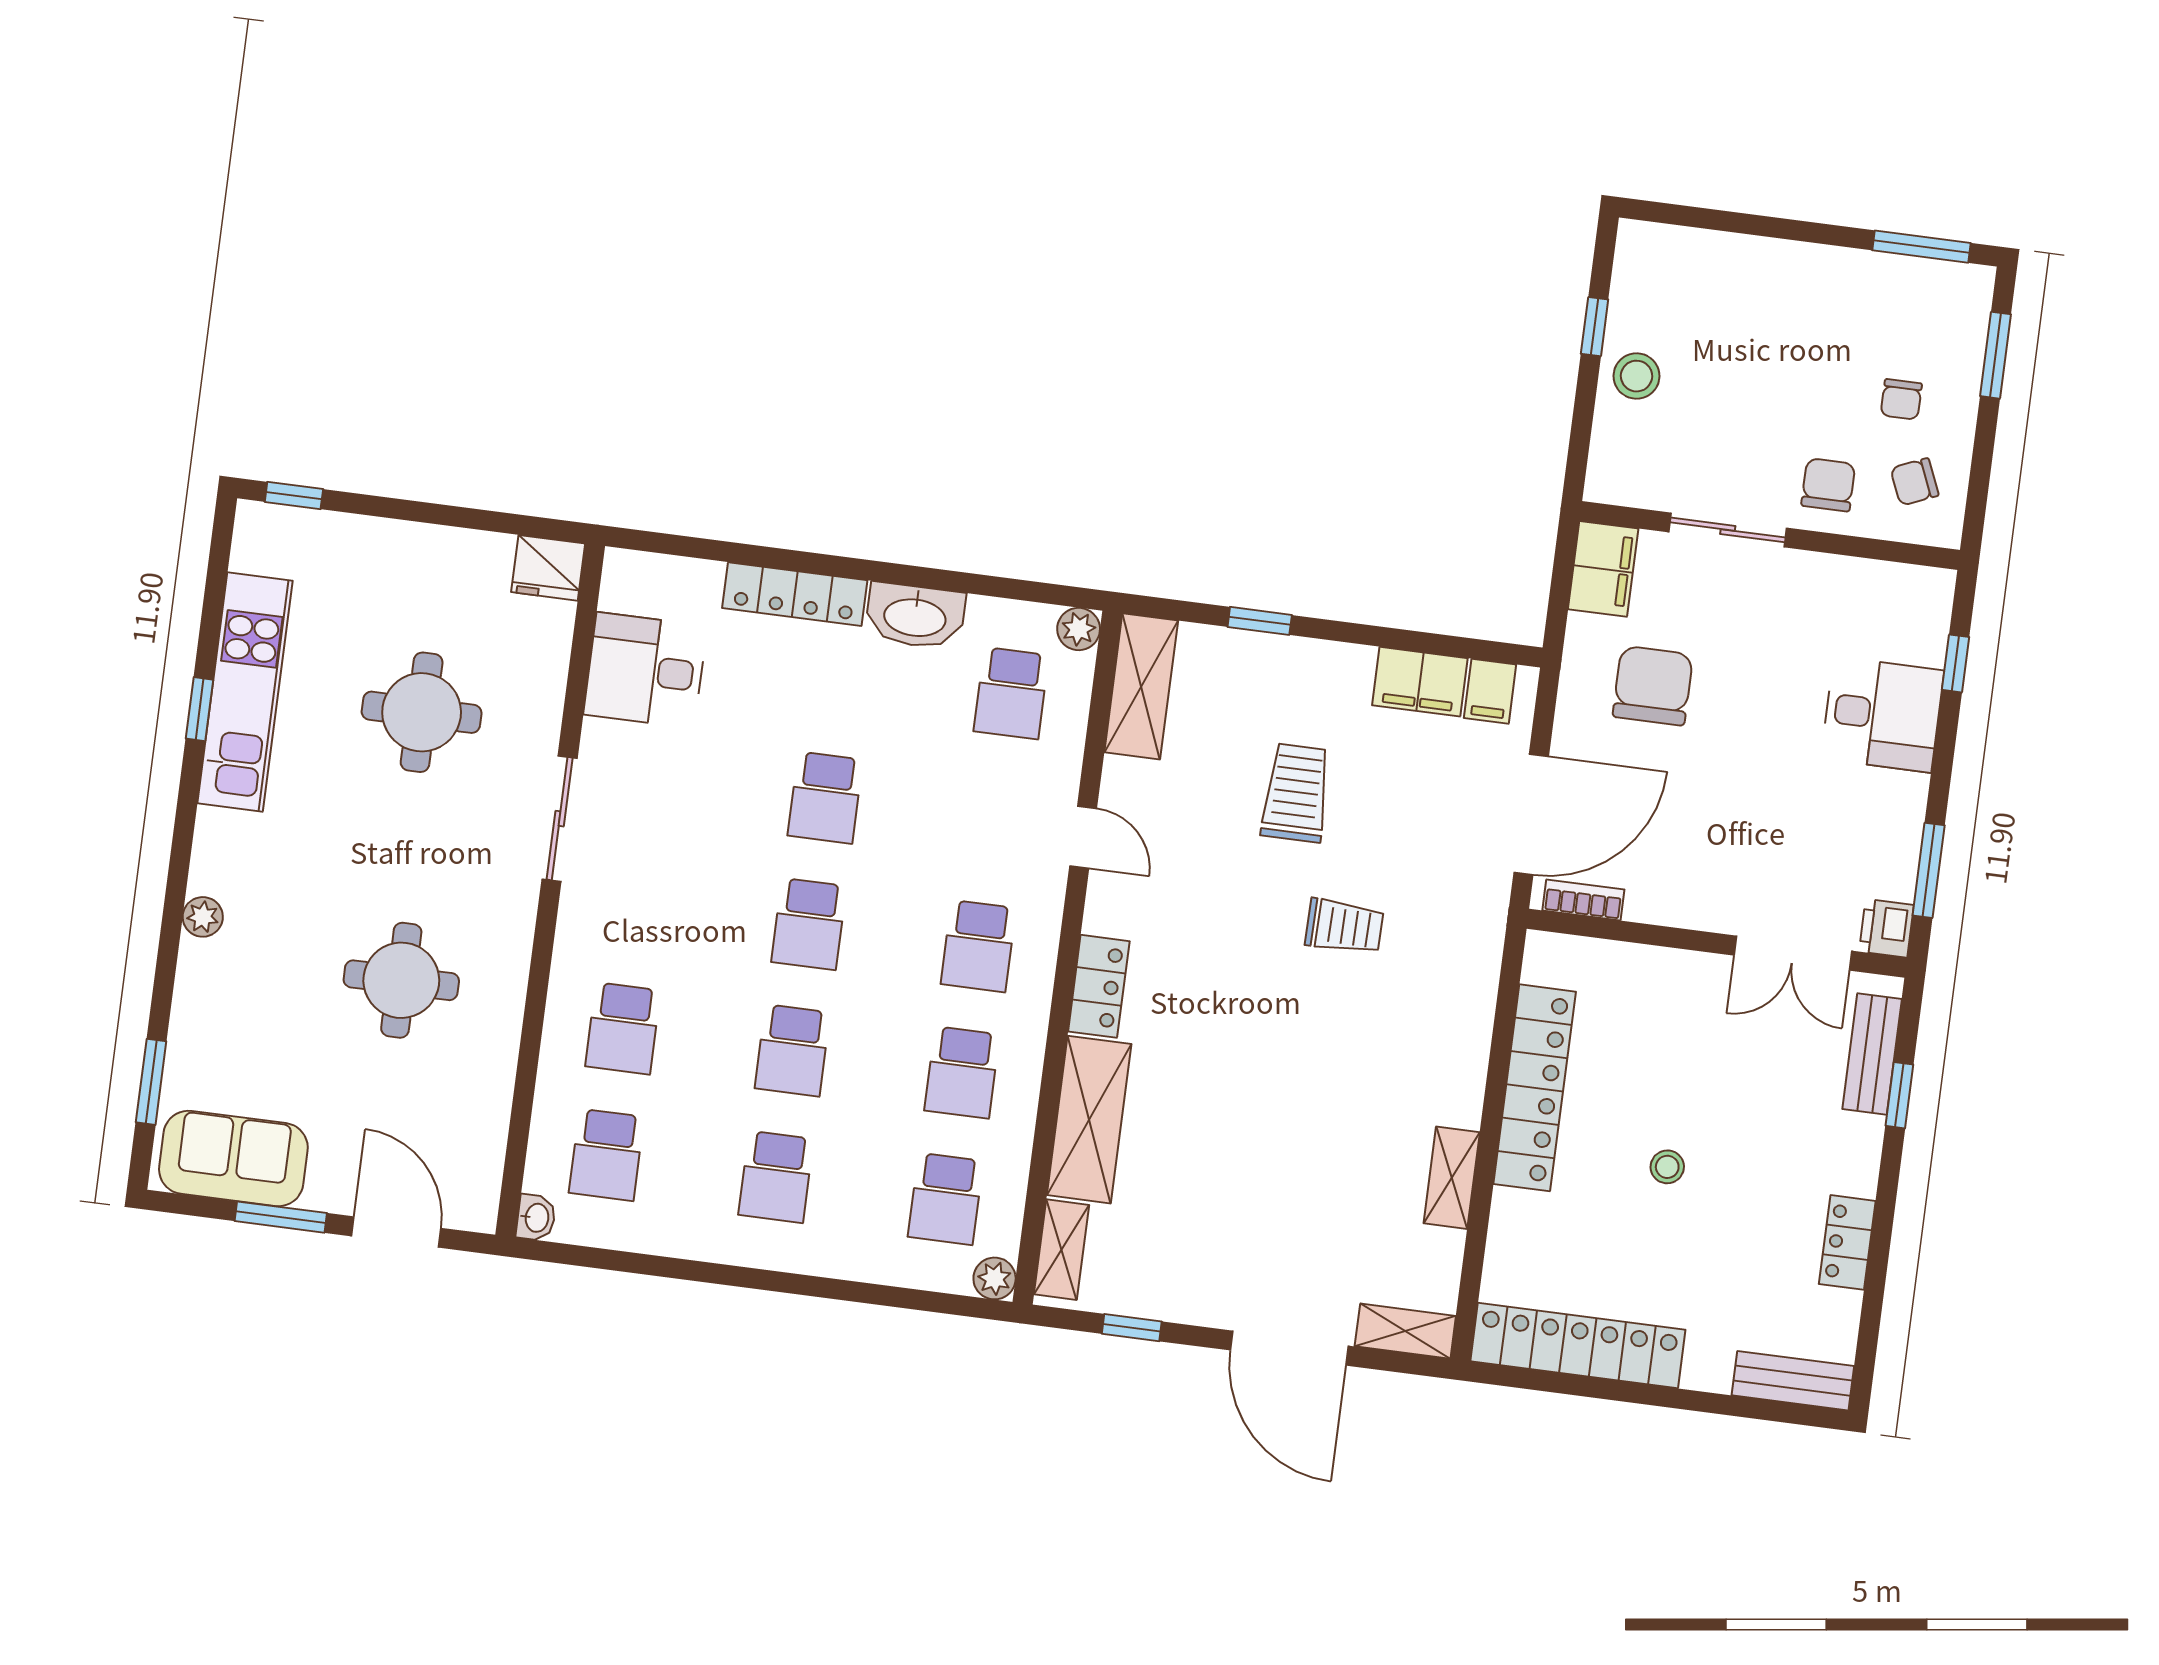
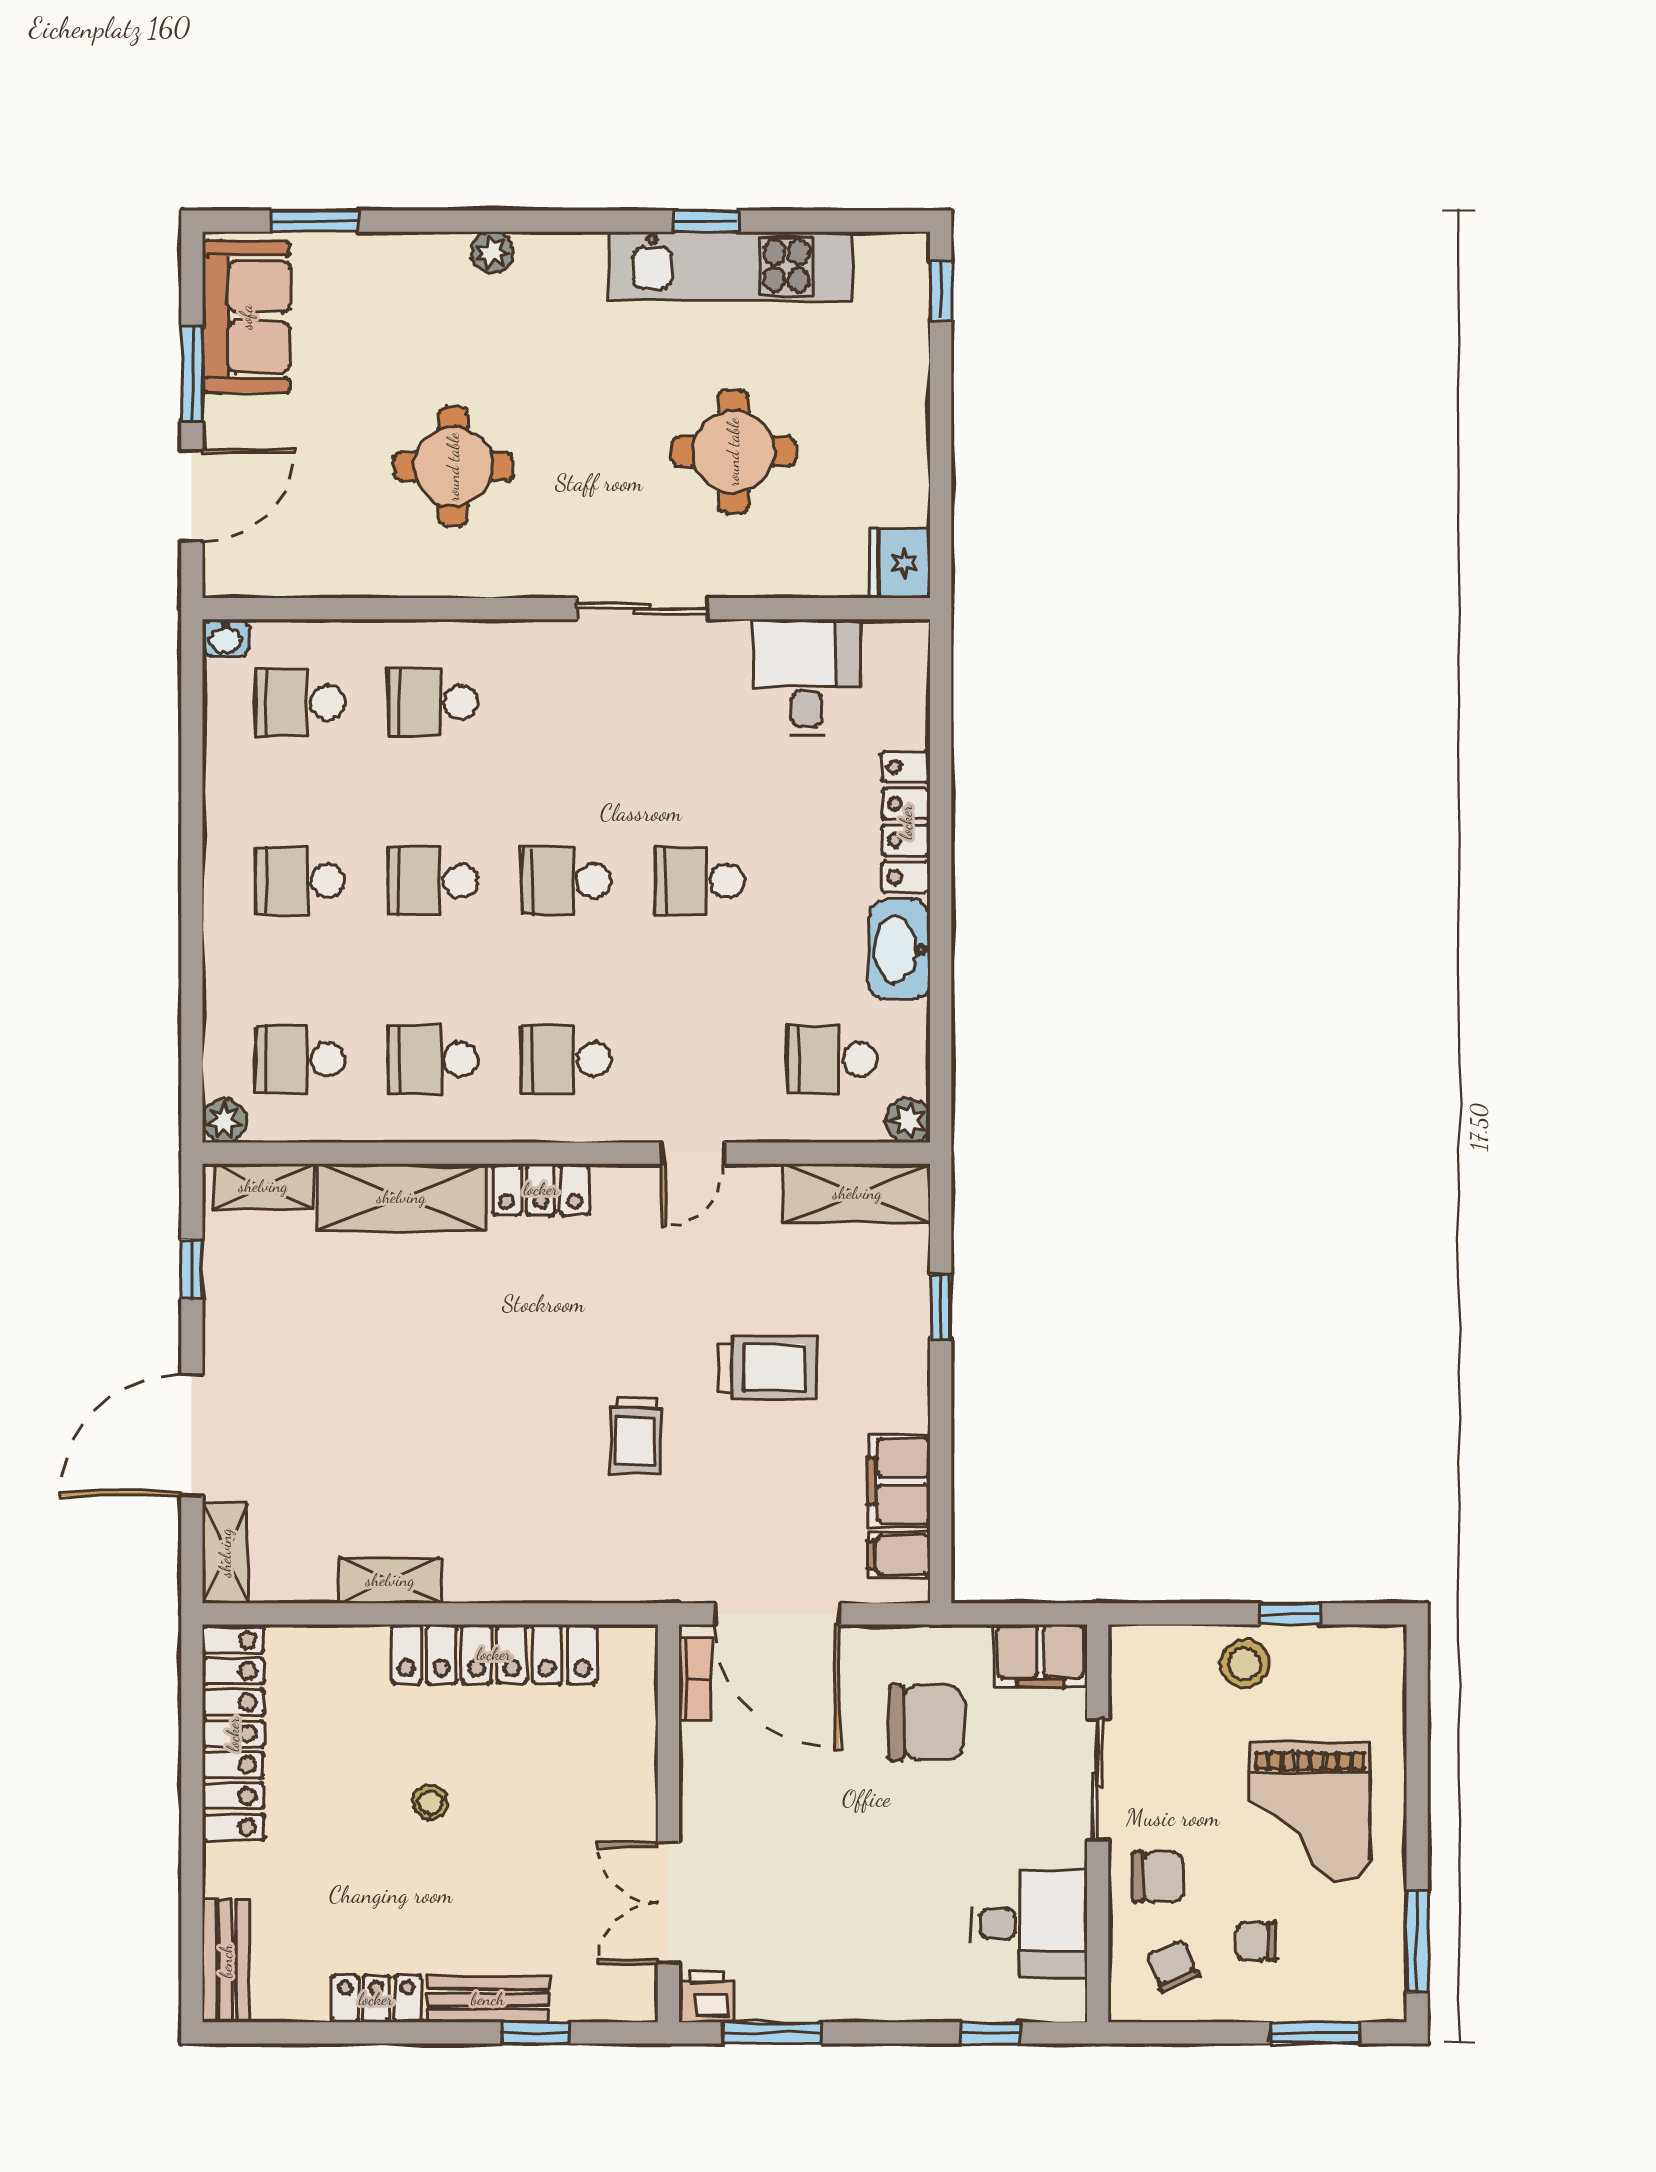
grand piano: (1784, 332) -> (1310, 1811), added
desk: (1882, 714) -> (1029, 1924), moved, turned -90
bench: (1872, 1054) -> (488, 1999), moved

